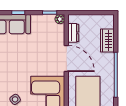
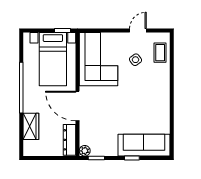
dresser: (73, 33) -> (69, 140), width x1.44

